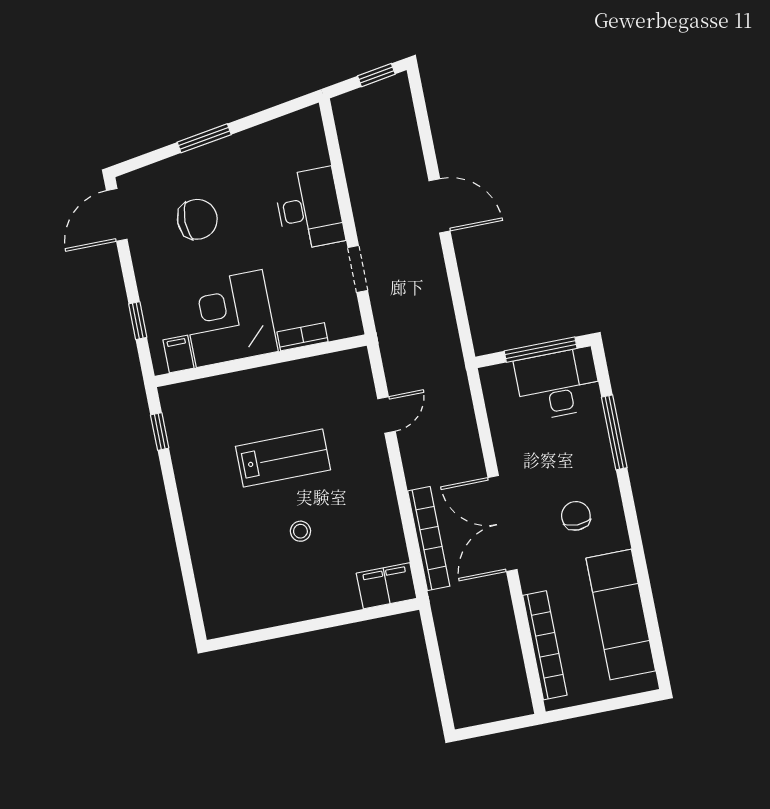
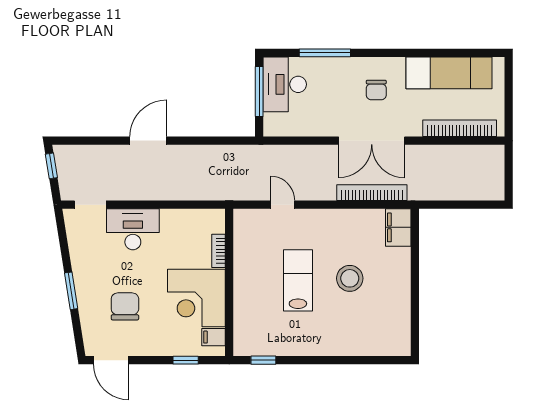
doorway: (358, 269) -> (90, 205), moved
chair: (576, 516) -> (376, 90), turned -90
stool: (300, 531) -> (350, 278), width x1.89, depth x1.89

